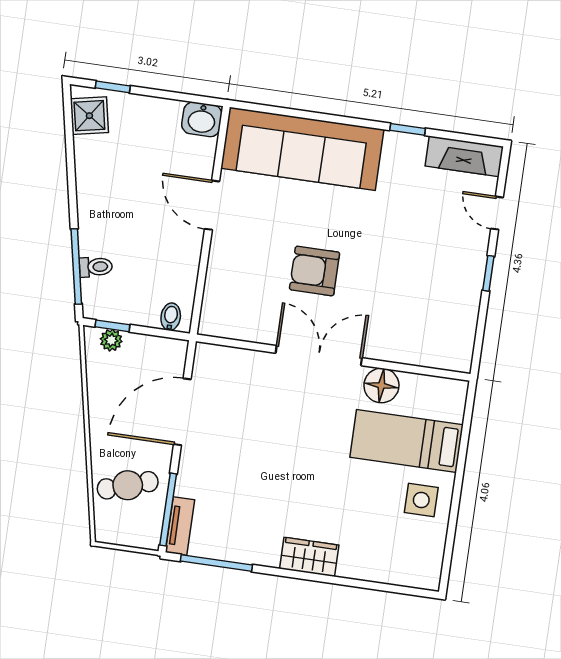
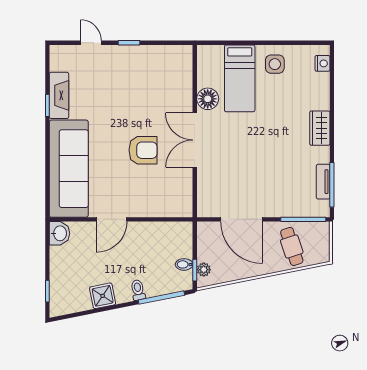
shower: (89, 116) -> (103, 296), moved
fireplace: (464, 156) -> (59, 95), moved
door: (497, 213) -> (91, 43), swing flipped
toilet: (96, 267) -> (138, 290), moved
armchair: (315, 271) -> (143, 150), turned -90
bidet: (171, 317) -> (184, 264), moved
tv unit: (180, 526) -> (323, 182), moved, turned -90
nightstand: (411, 576) -> (322, 63), added

